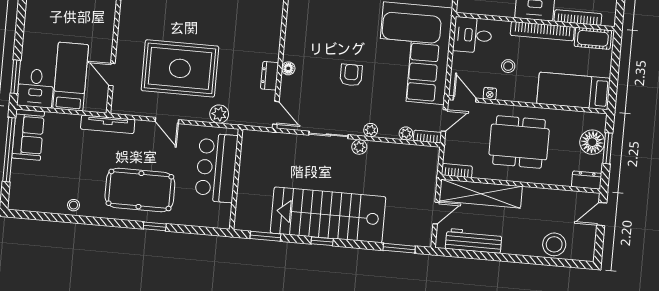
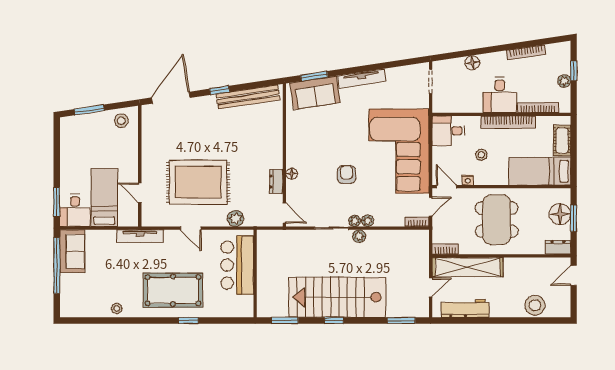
cot: (593, 38) -> (562, 141), moved, turned 90
plant: (406, 133) -> (355, 221), moved
dining table: (519, 142) -> (497, 220), turned 90

